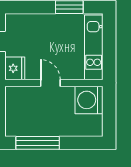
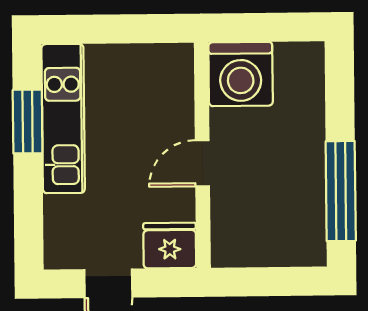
kitchen unit: (94, 47) -> (63, 119), moved, turned -90

